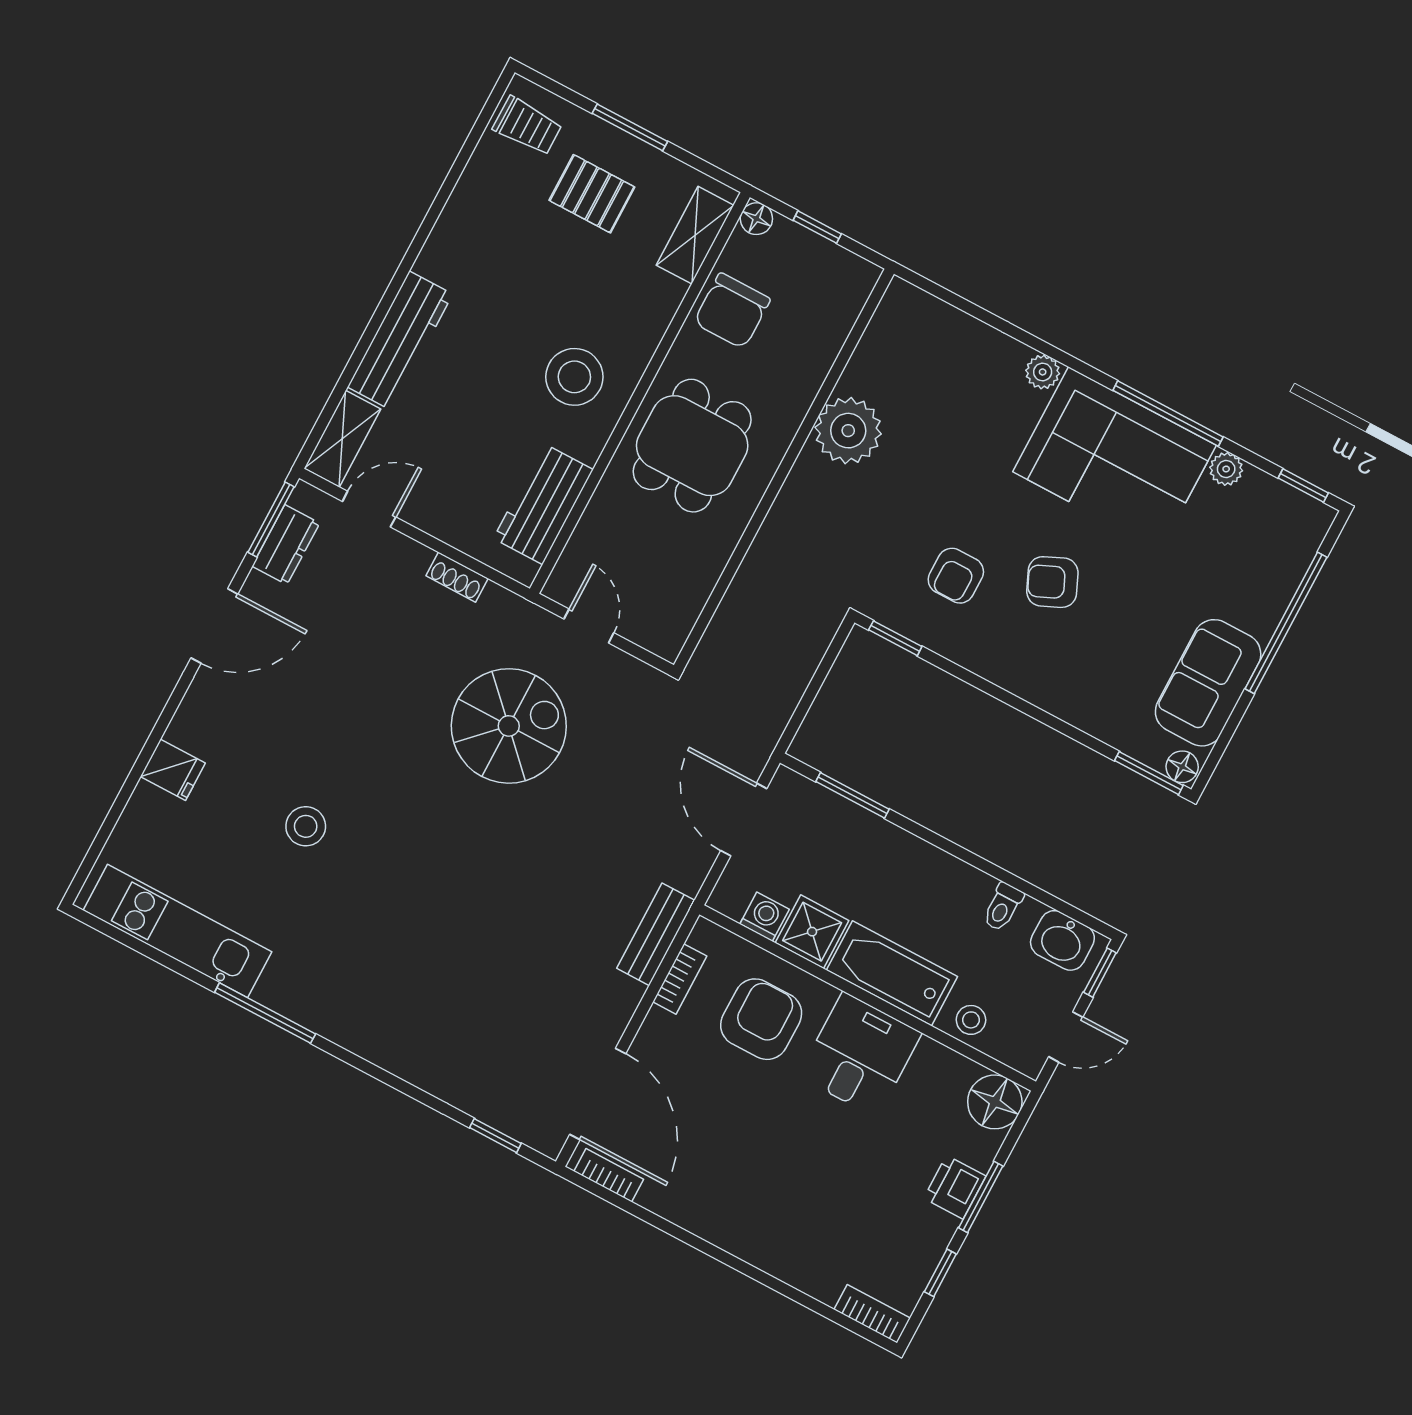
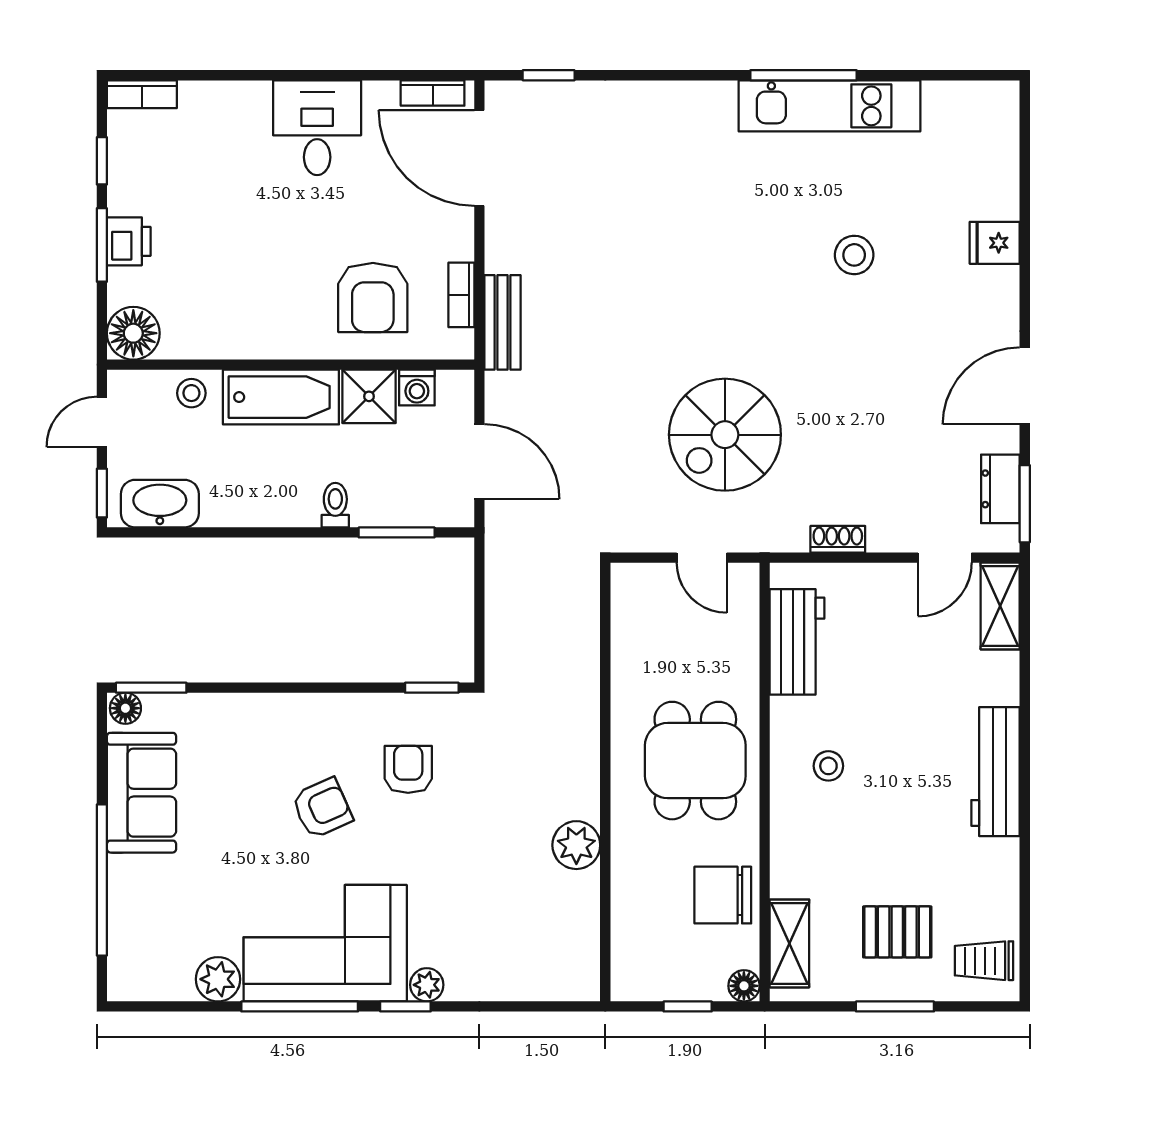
chair: (732, 311) -> (723, 895), turned -90
workbench: (400, 341) -> (995, 772), moved
stool: (574, 377) -> (828, 766), width x0.53, depth x0.53
plant: (848, 431) -> (576, 845), width x0.73, depth x0.73
plant: (1226, 469) -> (218, 979), width x1.38, depth x1.38
window: (1303, 485) -> (405, 1006), moved
toilet: (1003, 907) -> (335, 505), moved
kitchen unit: (178, 931) -> (829, 106), moved
washbasin: (1062, 940) -> (160, 504), width x1.38
desk: (860, 1055) -> (317, 128), moved, turned 180

